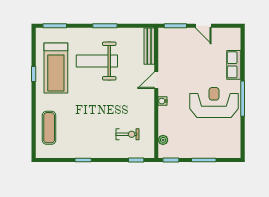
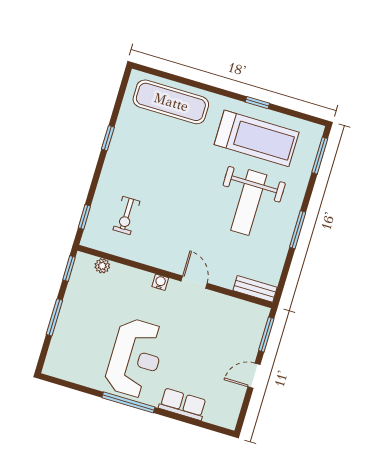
bench: (149, 46) -> (255, 289), width x0.73
weight bench: (97, 61) -> (249, 203), turned 180
treadmill: (56, 68) -> (257, 138), turned 180
exercise mat: (49, 128) -> (171, 102), width x1.36, depth x1.45

